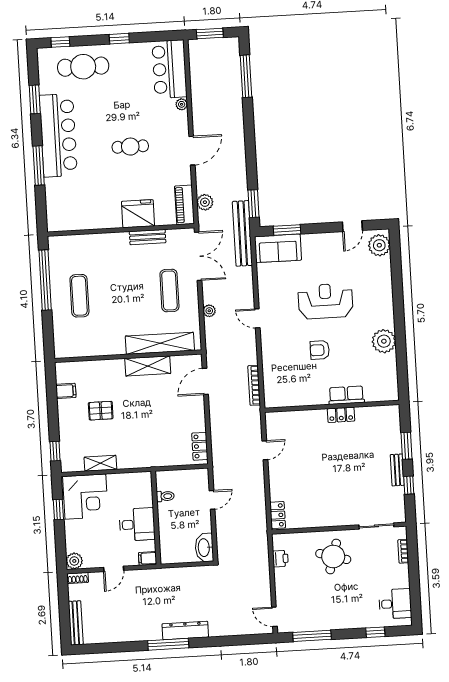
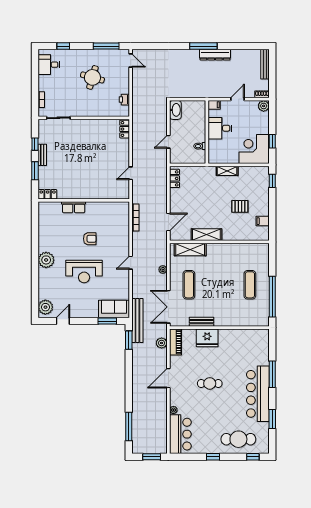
door: (257, 318) -> (131, 263), swing flipped
plant: (384, 341) -> (46, 260), moved
shelving: (160, 343) -> (190, 250), width x0.68
locker: (341, 415) -> (48, 194), moved
shelving: (100, 463) -> (227, 171), moved
round table: (333, 556) -> (92, 77), moved
dresser: (185, 630) -> (215, 55), moved

